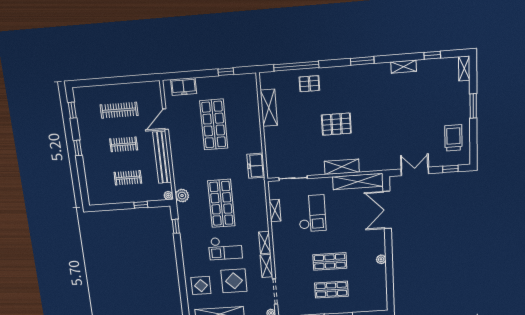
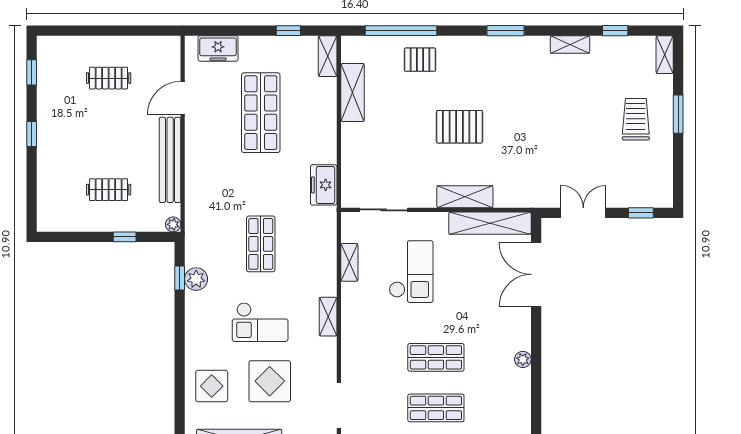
clothes rail: (119, 110) -> (109, 78), width x0.73
trolley: (453, 138) -> (636, 119), moved
clothes rail: (124, 144) -> (109, 134), removed
plant: (182, 196) -> (196, 279), moved
shop shelf: (221, 203) -> (261, 244), width x0.70, depth x0.74
shelving: (266, 266) -> (328, 56), moved

